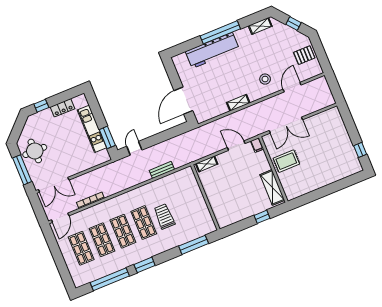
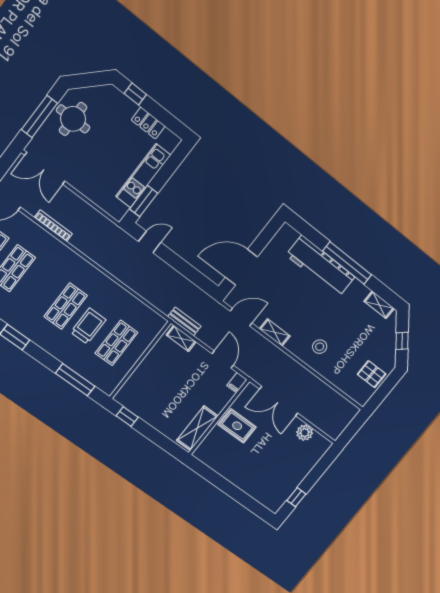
door: (292, 87) -> (241, 317), moved
plant: (318, 120) -> (305, 433), added
bench: (162, 170) -> (184, 321), moved
window: (262, 217) -> (127, 416), moved
shop shelf: (123, 231) -> (116, 343), moved

